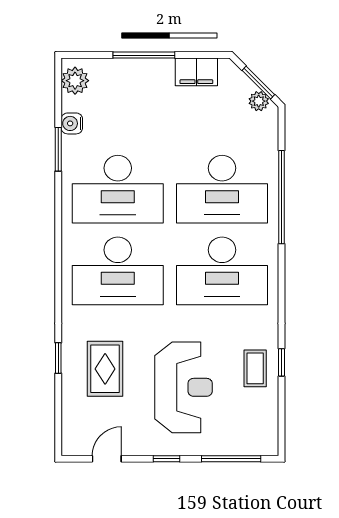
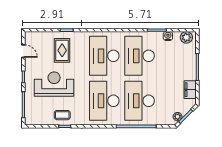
rug: (105, 369) -> (62, 50), turned 90
reception desk: (183, 387) -> (54, 84), turned 180

